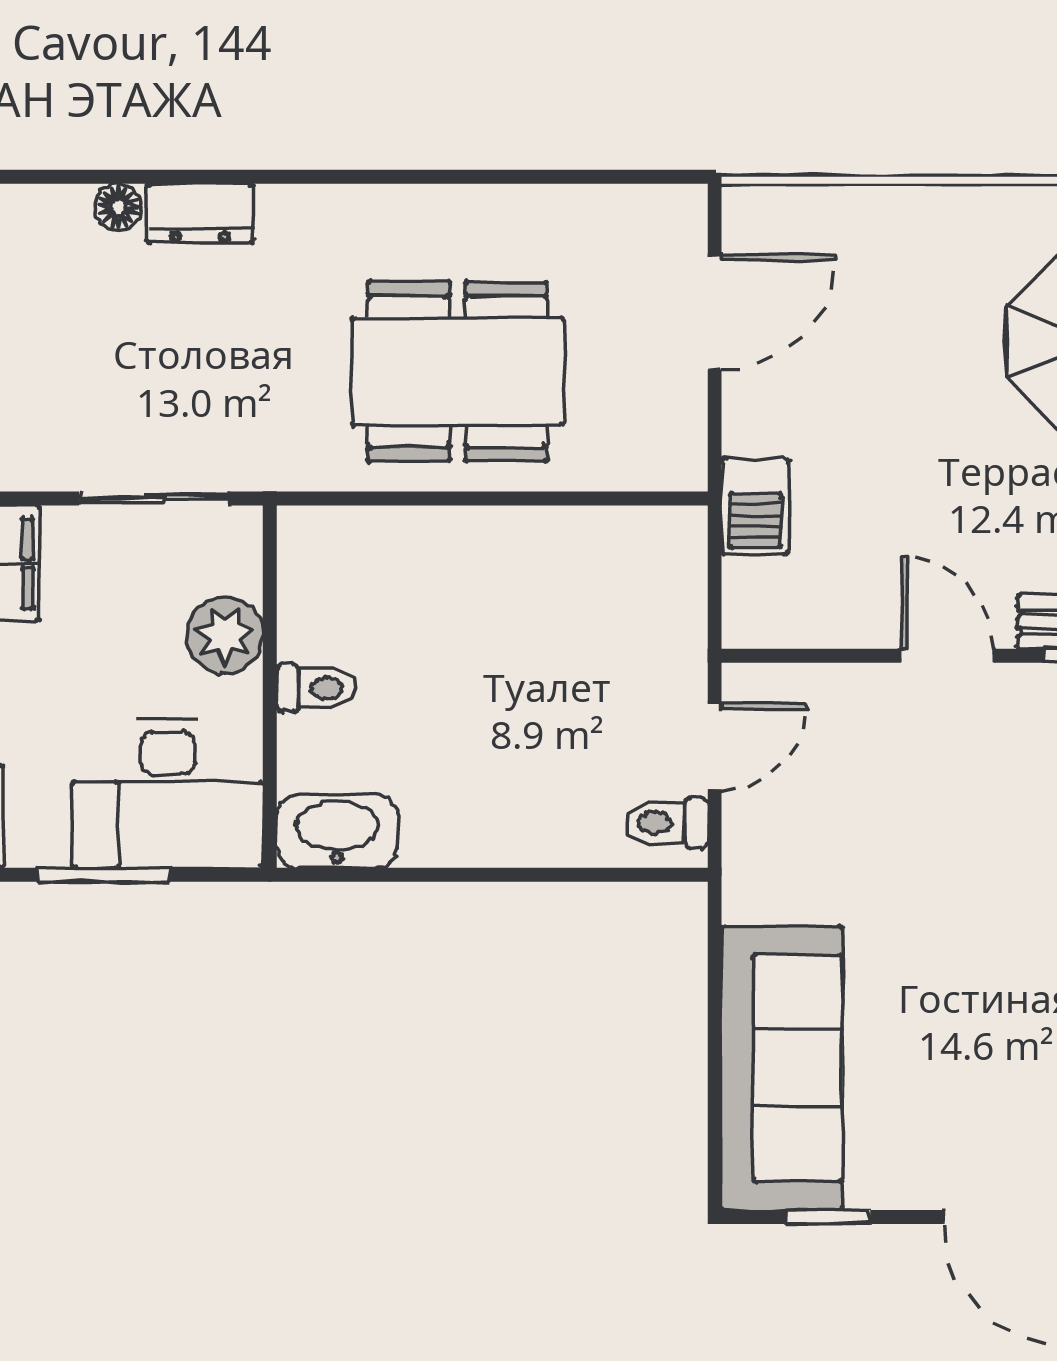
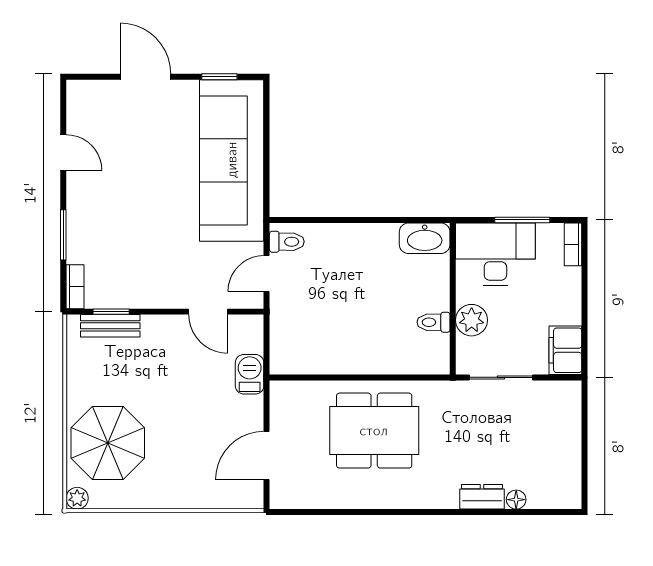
door: (947, 656) -> (208, 312), moved
toilet: (316, 688) -> (434, 322), moved
sofa: (782, 1068) -> (232, 160), width x1.36, depth x1.27

